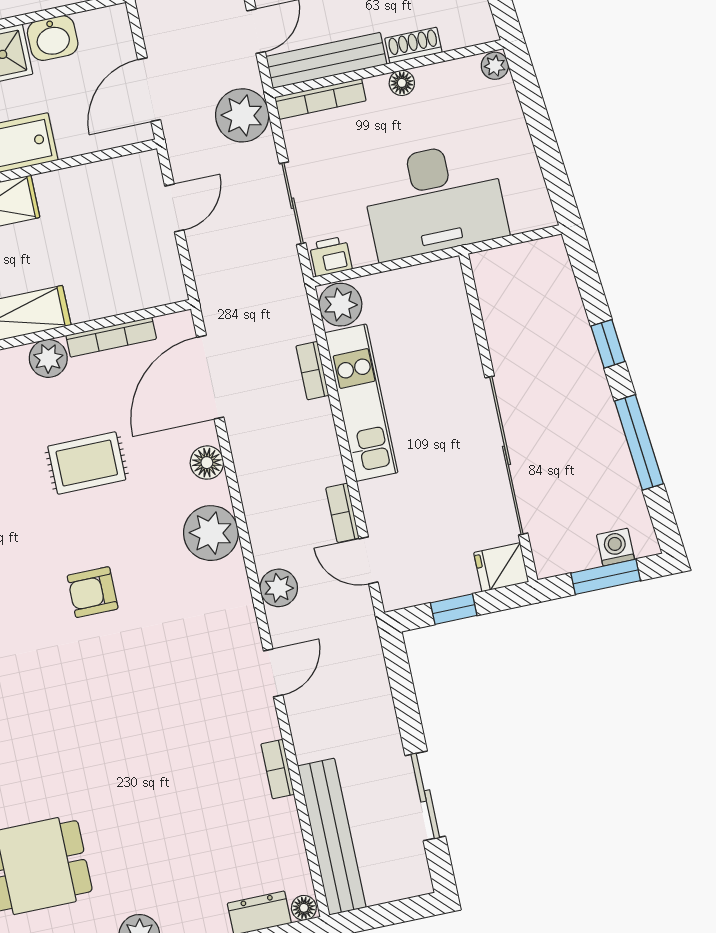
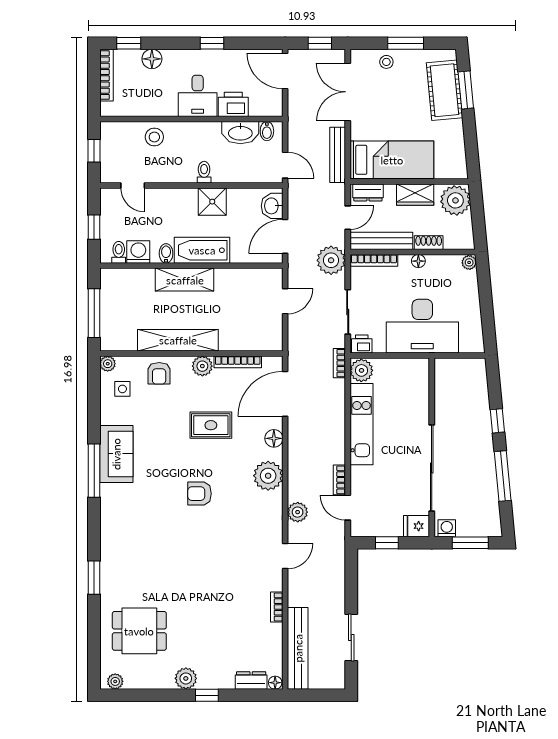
washbasin: (53, 38) -> (272, 206), moved, turned 90
bookcase: (312, 371) -> (339, 363), moved
washing machine: (615, 547) -> (447, 528), moved

